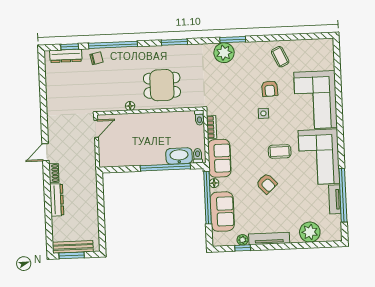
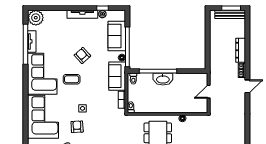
door: (96, 129) -> (209, 92), moved
washbasin: (179, 156) -> (163, 79), moved
plant: (310, 232) -> (36, 18), moved

